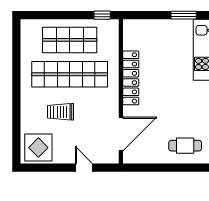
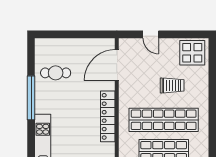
cafe table: (185, 146) -> (56, 73), moved

